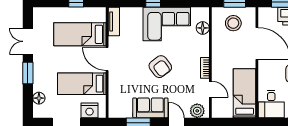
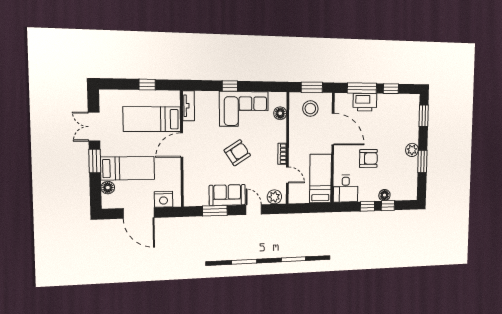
door: (107, 59) -> (182, 145), hinge flipped
armchair: (160, 67) -> (237, 153), turned -86
bed: (82, 84) -> (128, 168), moved, turned 180

